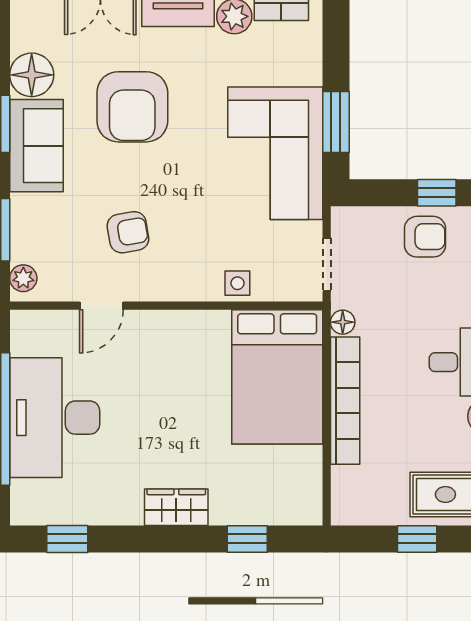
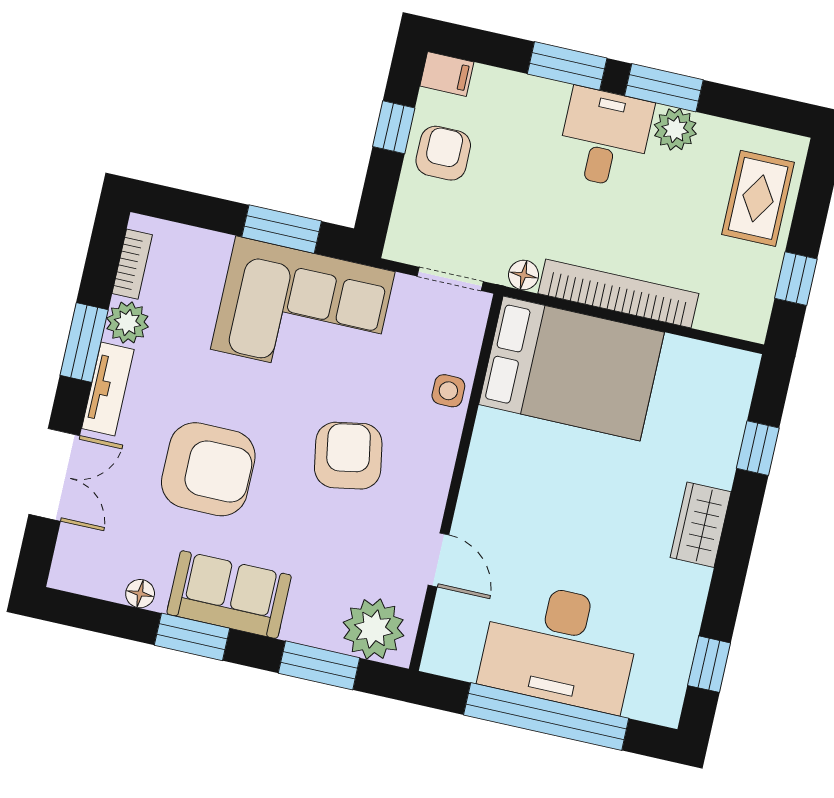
floor lamp: (32, 75) -> (140, 594), width x0.53, depth x0.53
armchair: (128, 232) -> (348, 456), moved, width x1.38, depth x1.38
plant: (23, 278) -> (374, 629), width x1.87, depth x1.87
window: (417, 539) -> (796, 279), moved

